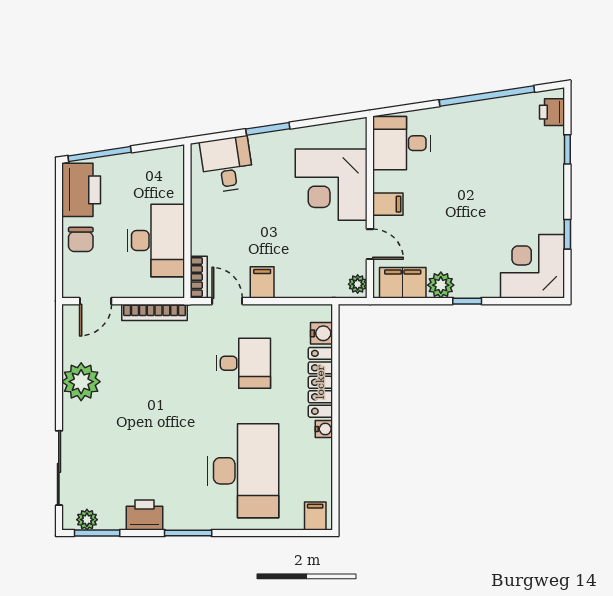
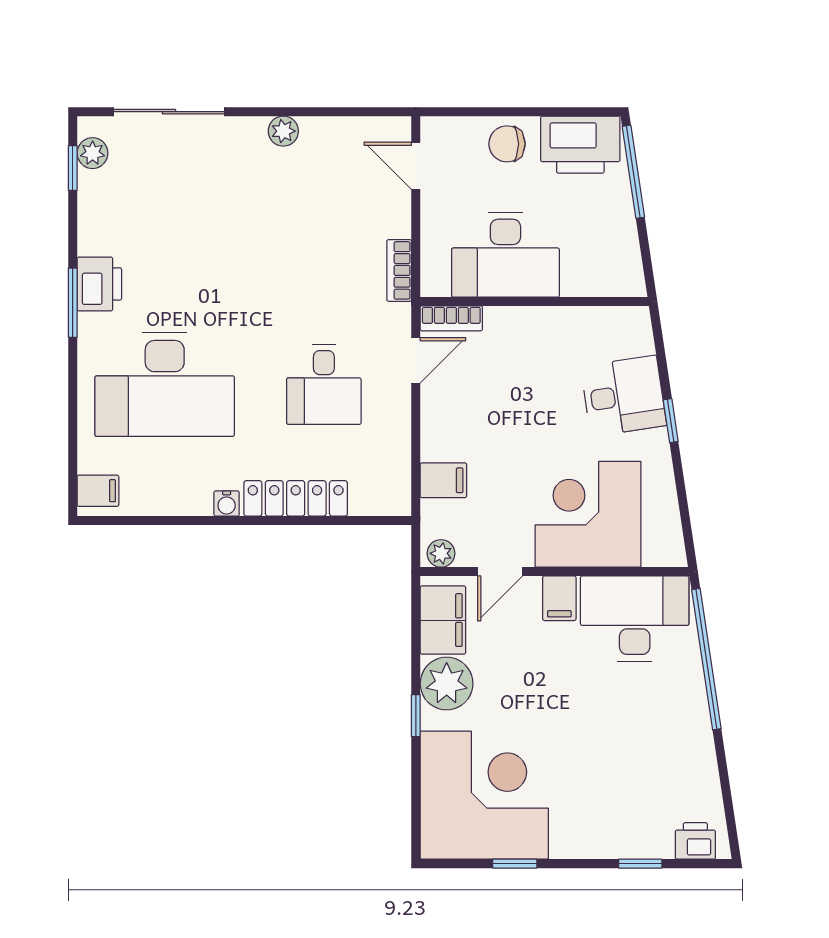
window: (487, 96) -> (706, 659), moved
window: (268, 129) -> (671, 421), width x0.67
desk: (402, 143) -> (635, 619), width x1.37
desk: (227, 164) -> (624, 396), moved
corner desk: (533, 266) -> (484, 795), width x1.36, depth x1.36
filing cabinet: (262, 282) -> (443, 480), moved
plant: (441, 285) -> (447, 684), width x1.36, depth x1.36
bookcase: (155, 312) -> (399, 270), width x0.64
water cooler: (322, 333) -> (368, 500), removed
plant: (81, 382) -> (283, 131), width x0.53, depth x0.53
printer: (145, 515) -> (99, 284), moved
window: (97, 533) -> (73, 168), width x0.67

